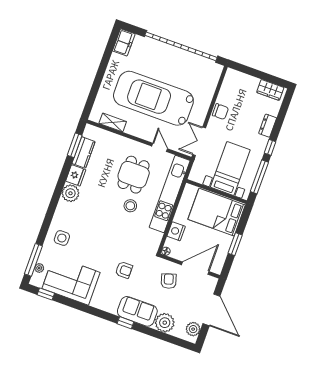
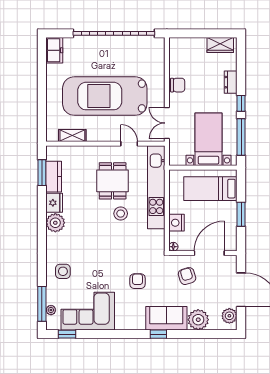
bed: (217, 212) -> (210, 189), width x0.67
armchair: (124, 270) -> (137, 281), turned -90

